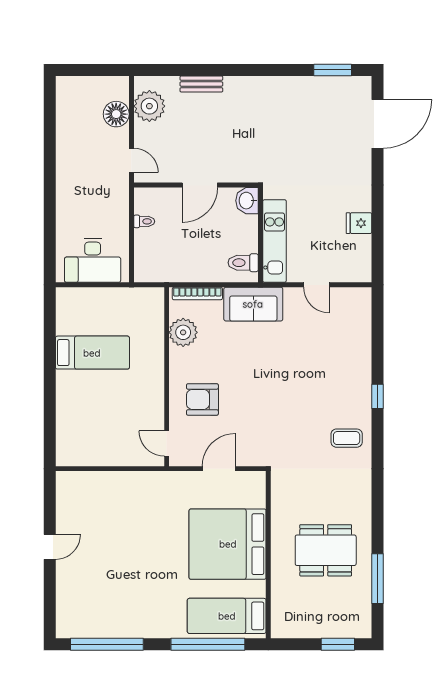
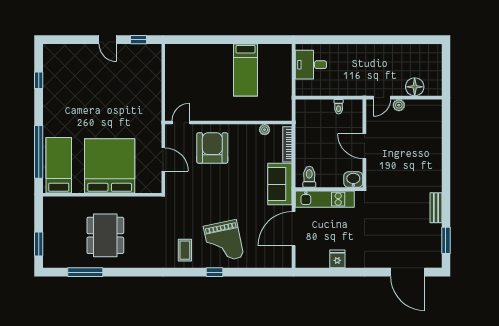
bench: (201, 84) -> (436, 208), moved
plant: (149, 106) -> (399, 105), moved, width x0.53, depth x0.53
desk: (93, 260) -> (311, 65), width x0.73
door: (316, 285) -> (294, 229), width x1.88
plant: (183, 332) -> (265, 130), width x0.53, depth x0.53
grand piano: (334, 383) -> (224, 242), added
armchair: (202, 399) -> (212, 148), width x1.36, depth x1.36
window: (50, 503) -> (139, 40), added
window: (107, 644) -> (39, 80), width x0.32

